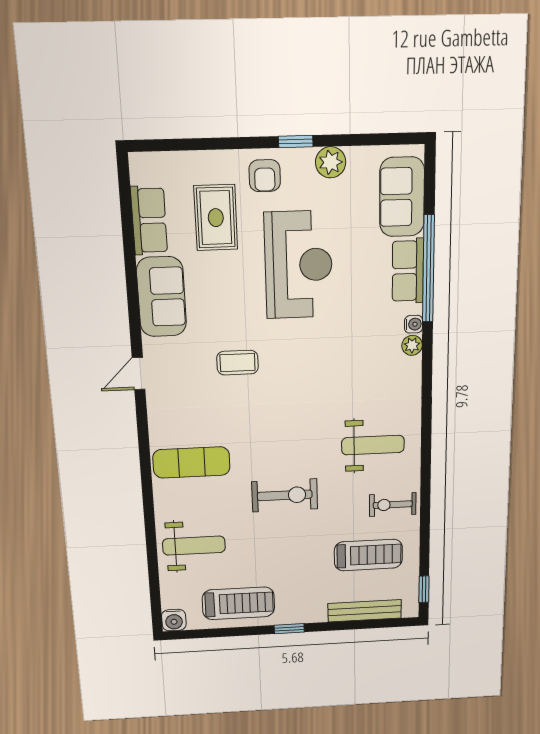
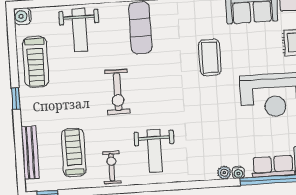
coffee table: (238, 363) -> (210, 57), width x1.36, depth x1.30
treadmill: (368, 555) -> (74, 153), turned 180

